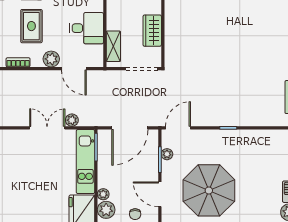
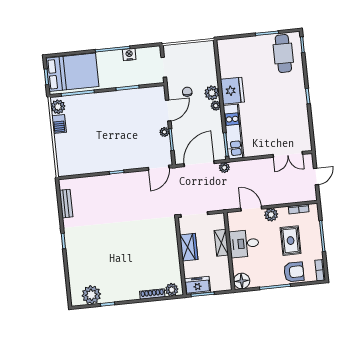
shelving: (113, 46) -> (221, 243), moved
plant: (72, 120) -> (224, 168), moved
double door: (47, 128) -> (288, 154), moved
plant: (167, 154) -> (164, 132), moved
parasol: (209, 190) -> (127, 118), removed
door: (160, 194) -> (168, 111), hinge flipped

